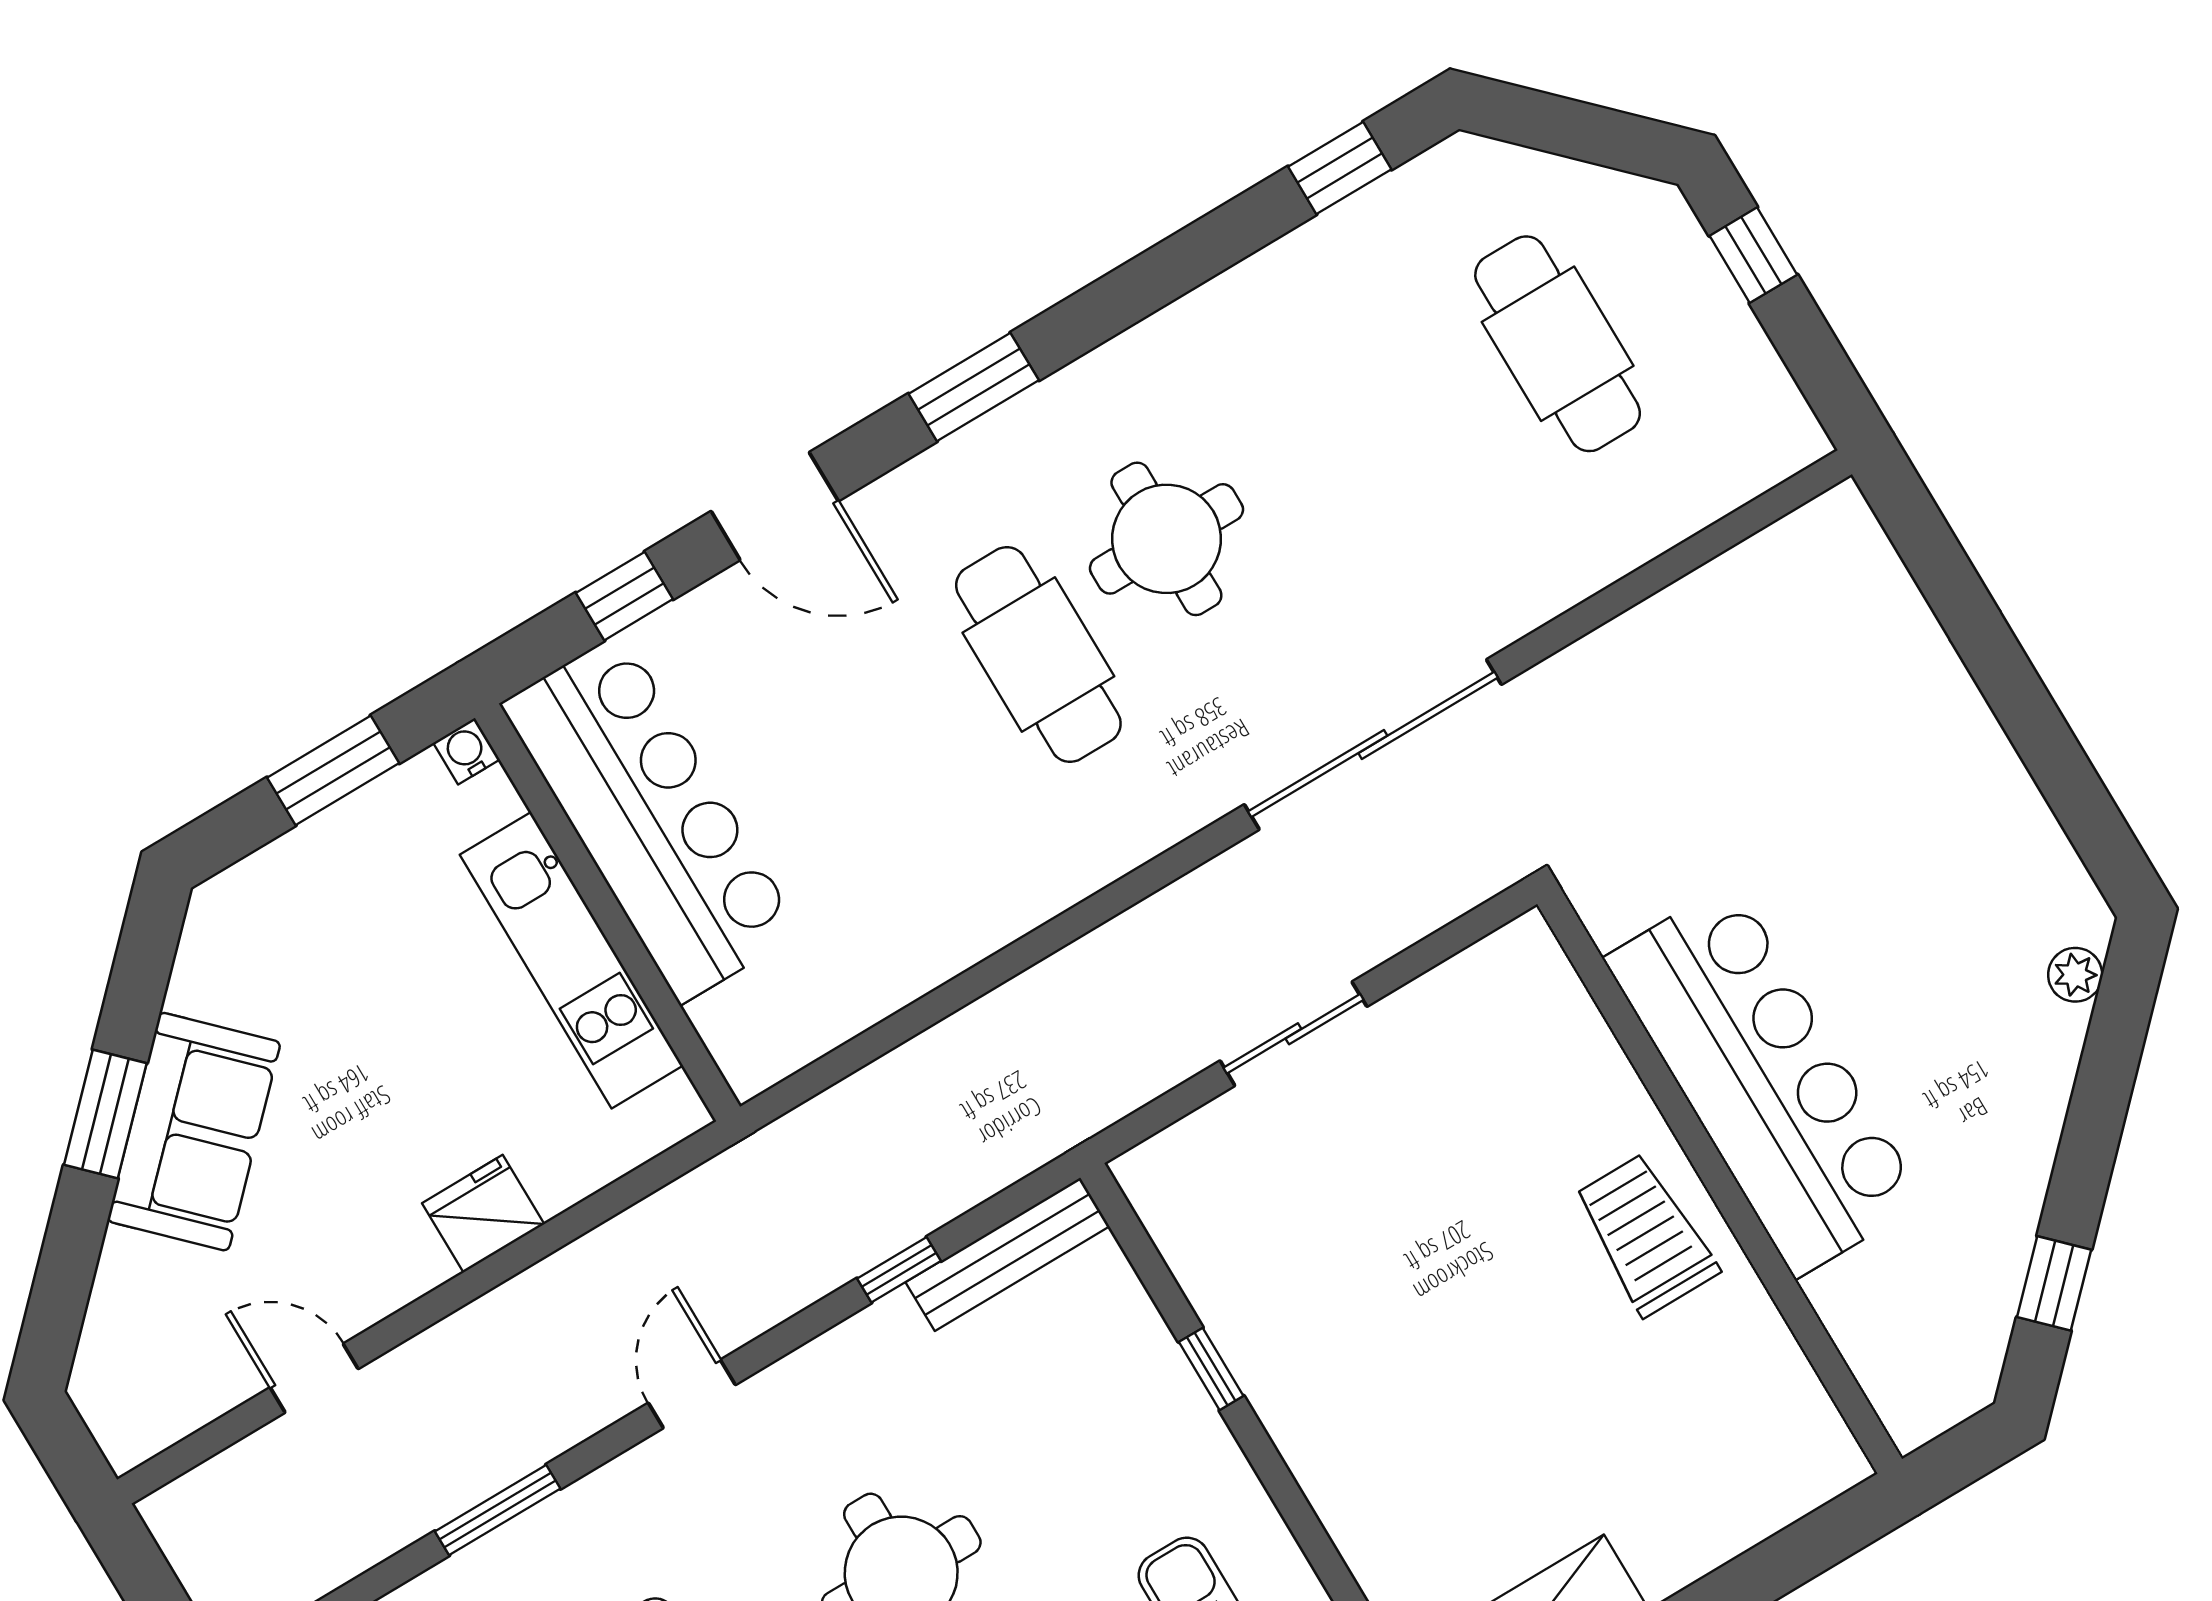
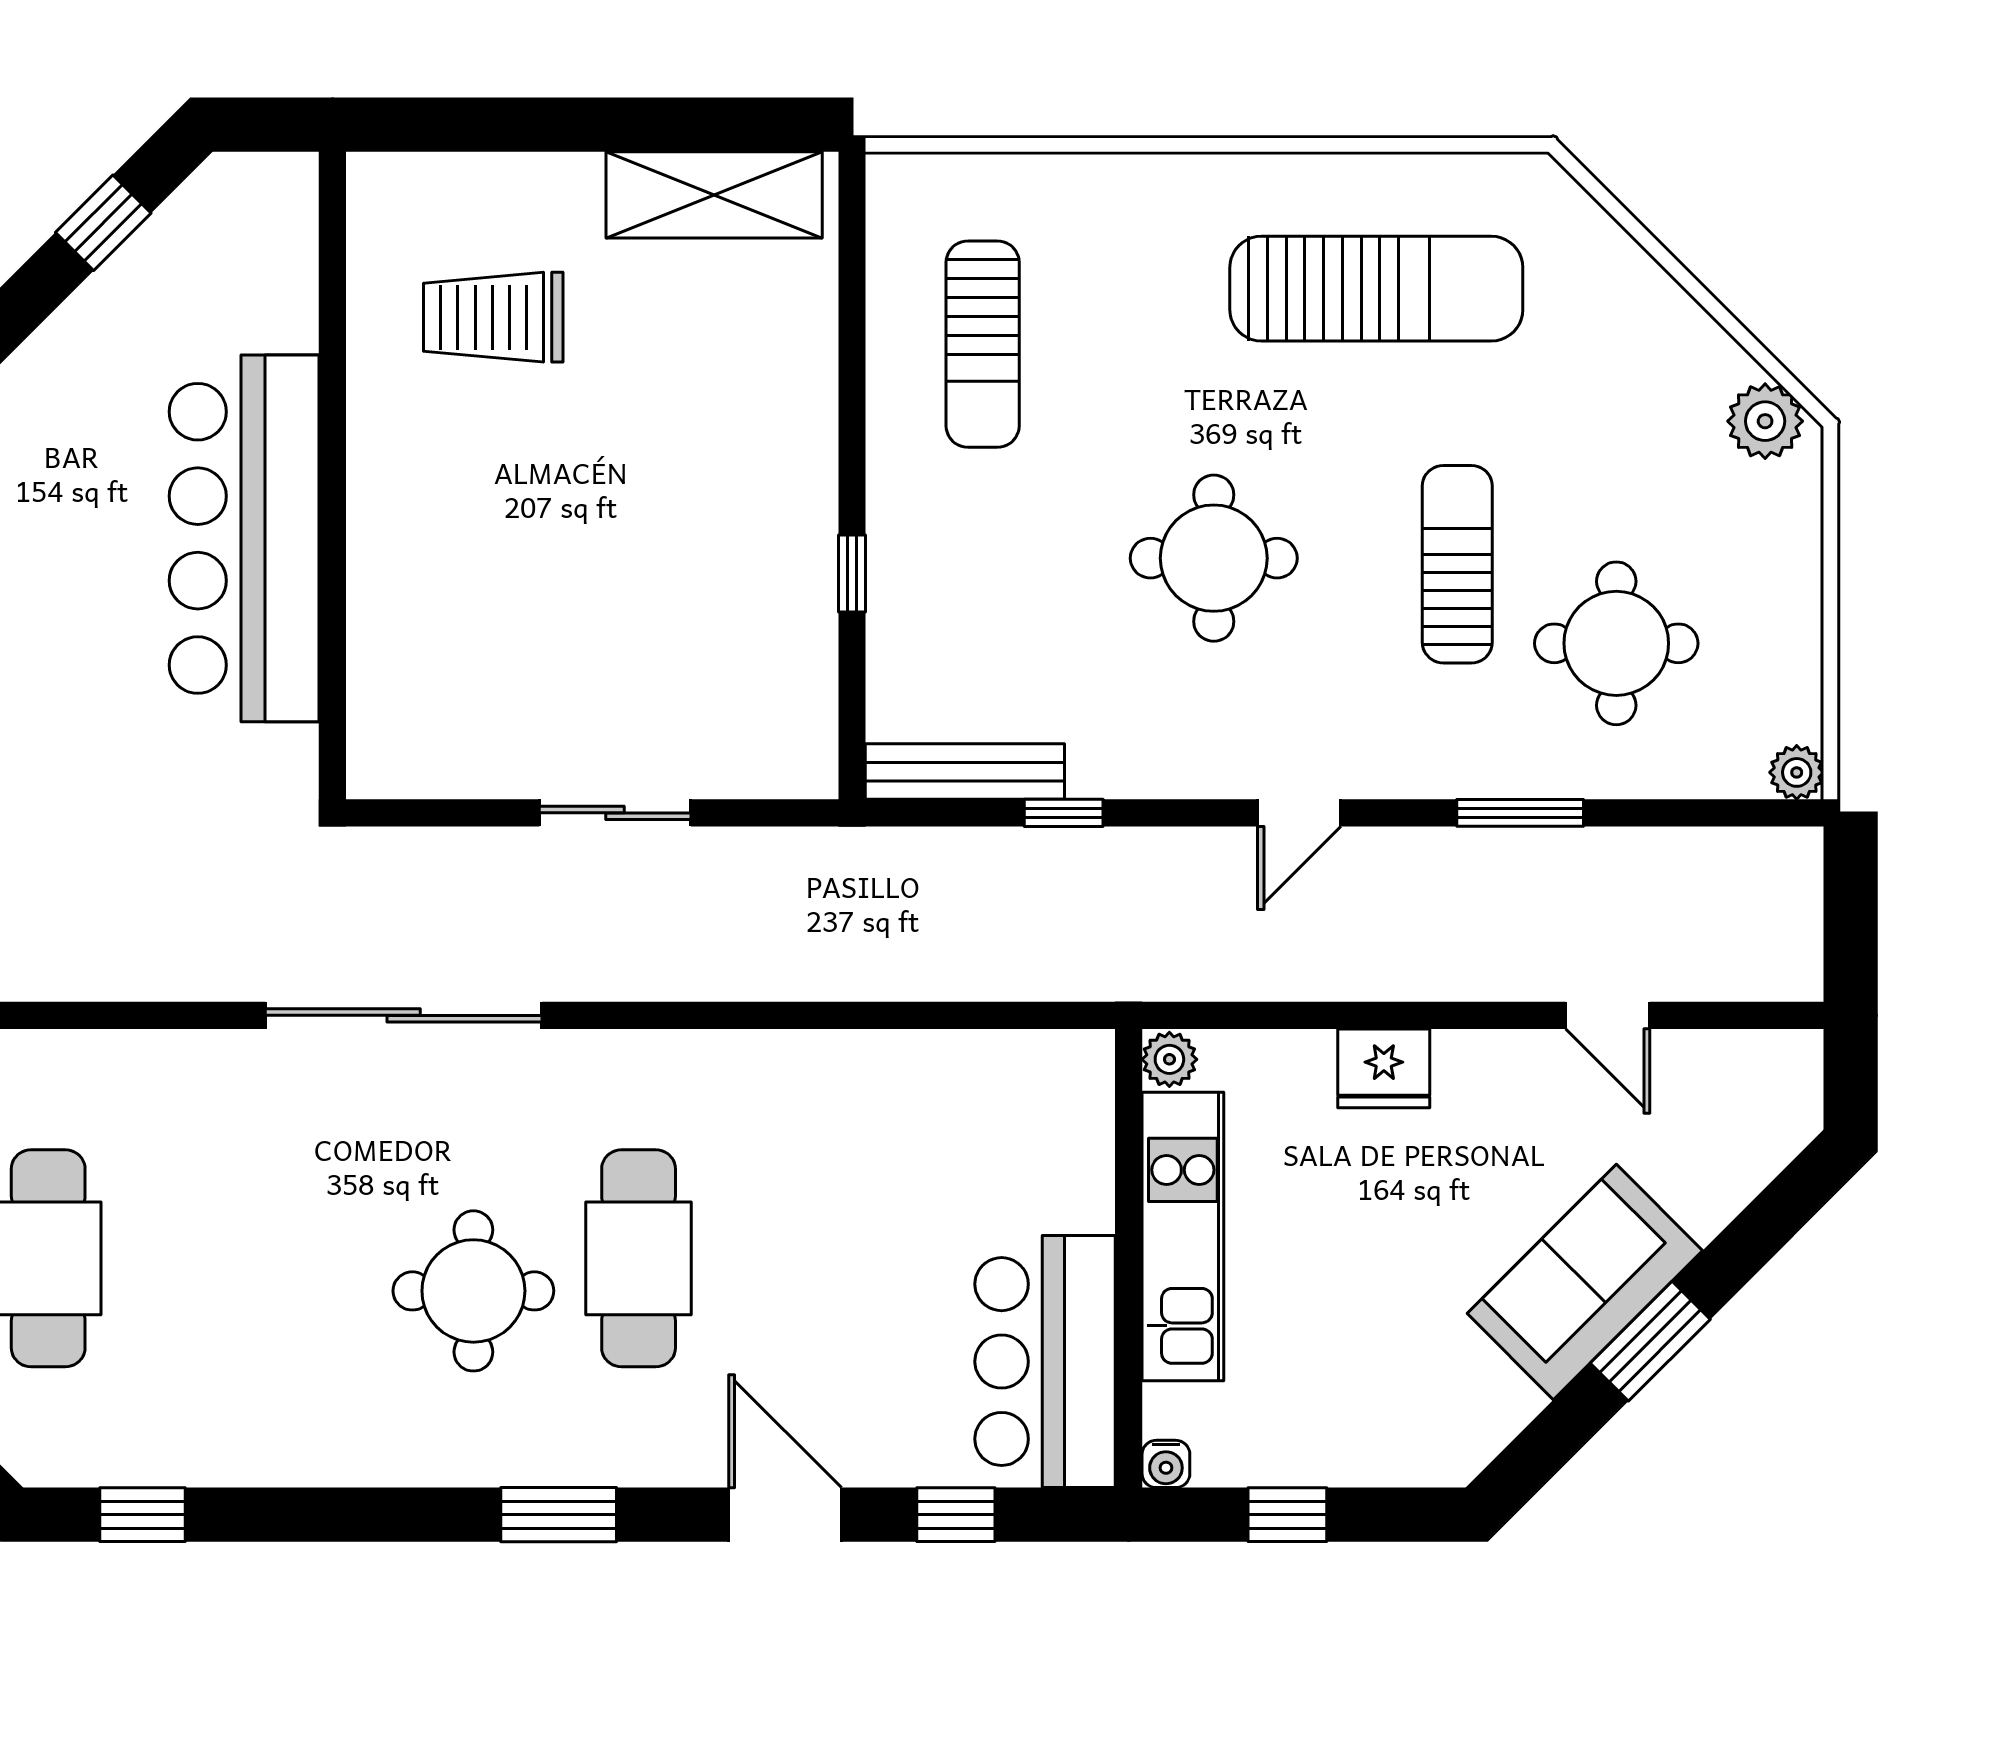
window: (333, 770) -> (1287, 1515), width x0.67
bar counter: (651, 818) -> (1045, 1362), width x0.73
plant: (676, 1109) -> (1169, 1059), added
trolley: (1646, 1234) -> (493, 317), moved, turned 90

